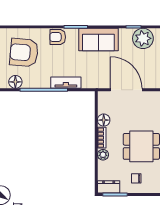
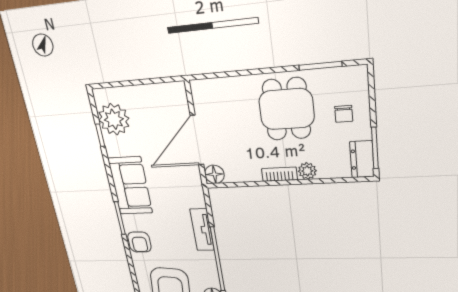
floor lamp: (104, 120) -> (214, 174), moved

